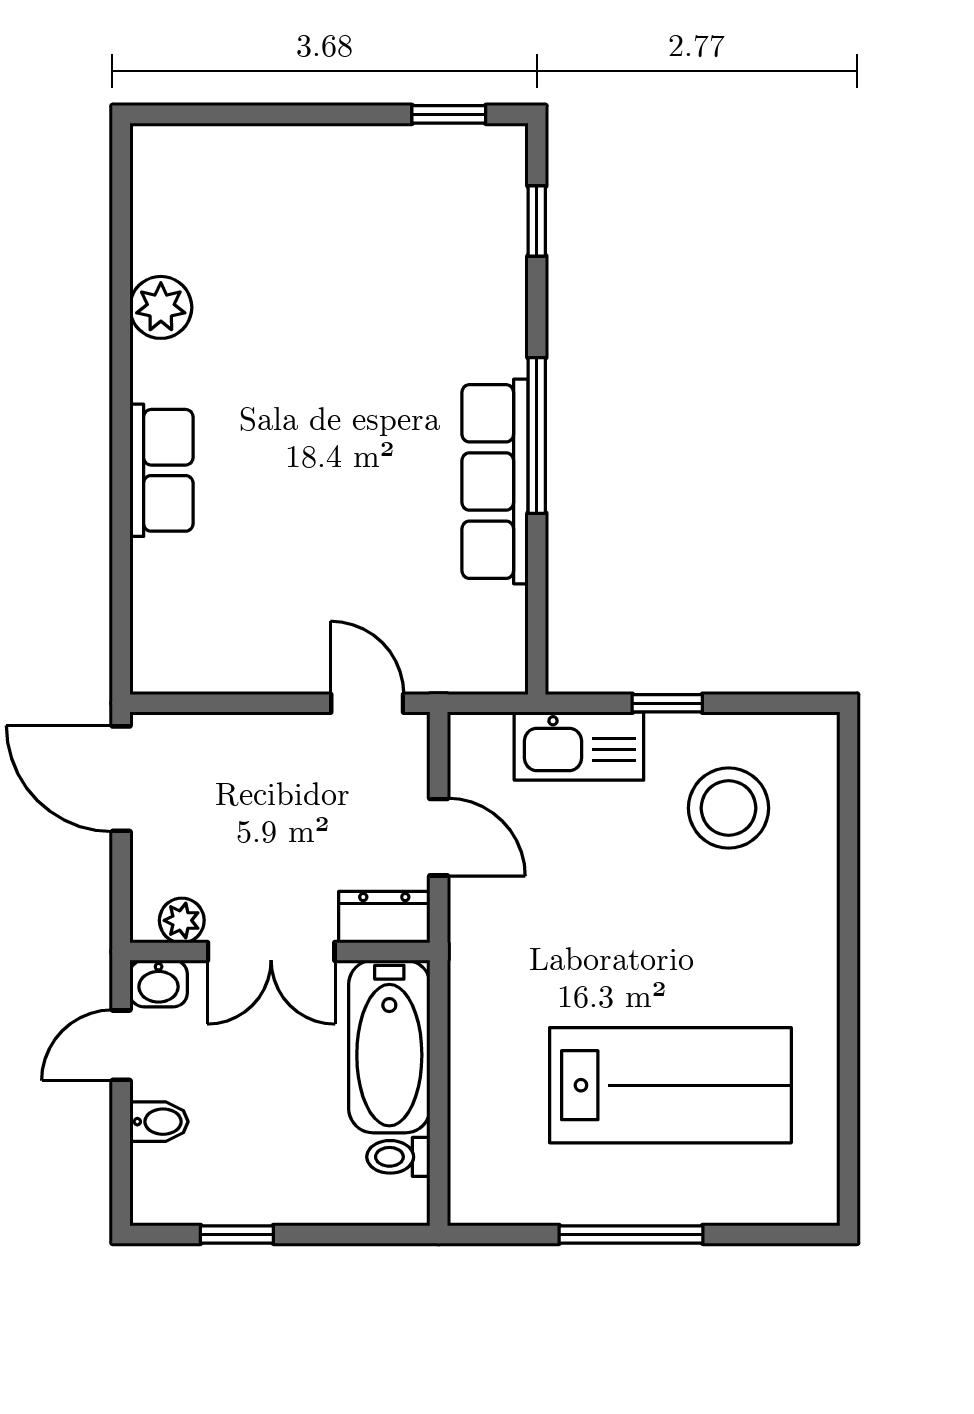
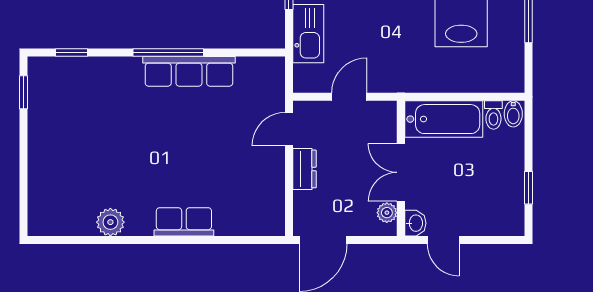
dresser: (384, 917) -> (304, 169), moved, turned 180
double door: (271, 952) -> (401, 172), swing flipped
bidet: (159, 1122) -> (513, 114), moved, turned 180

